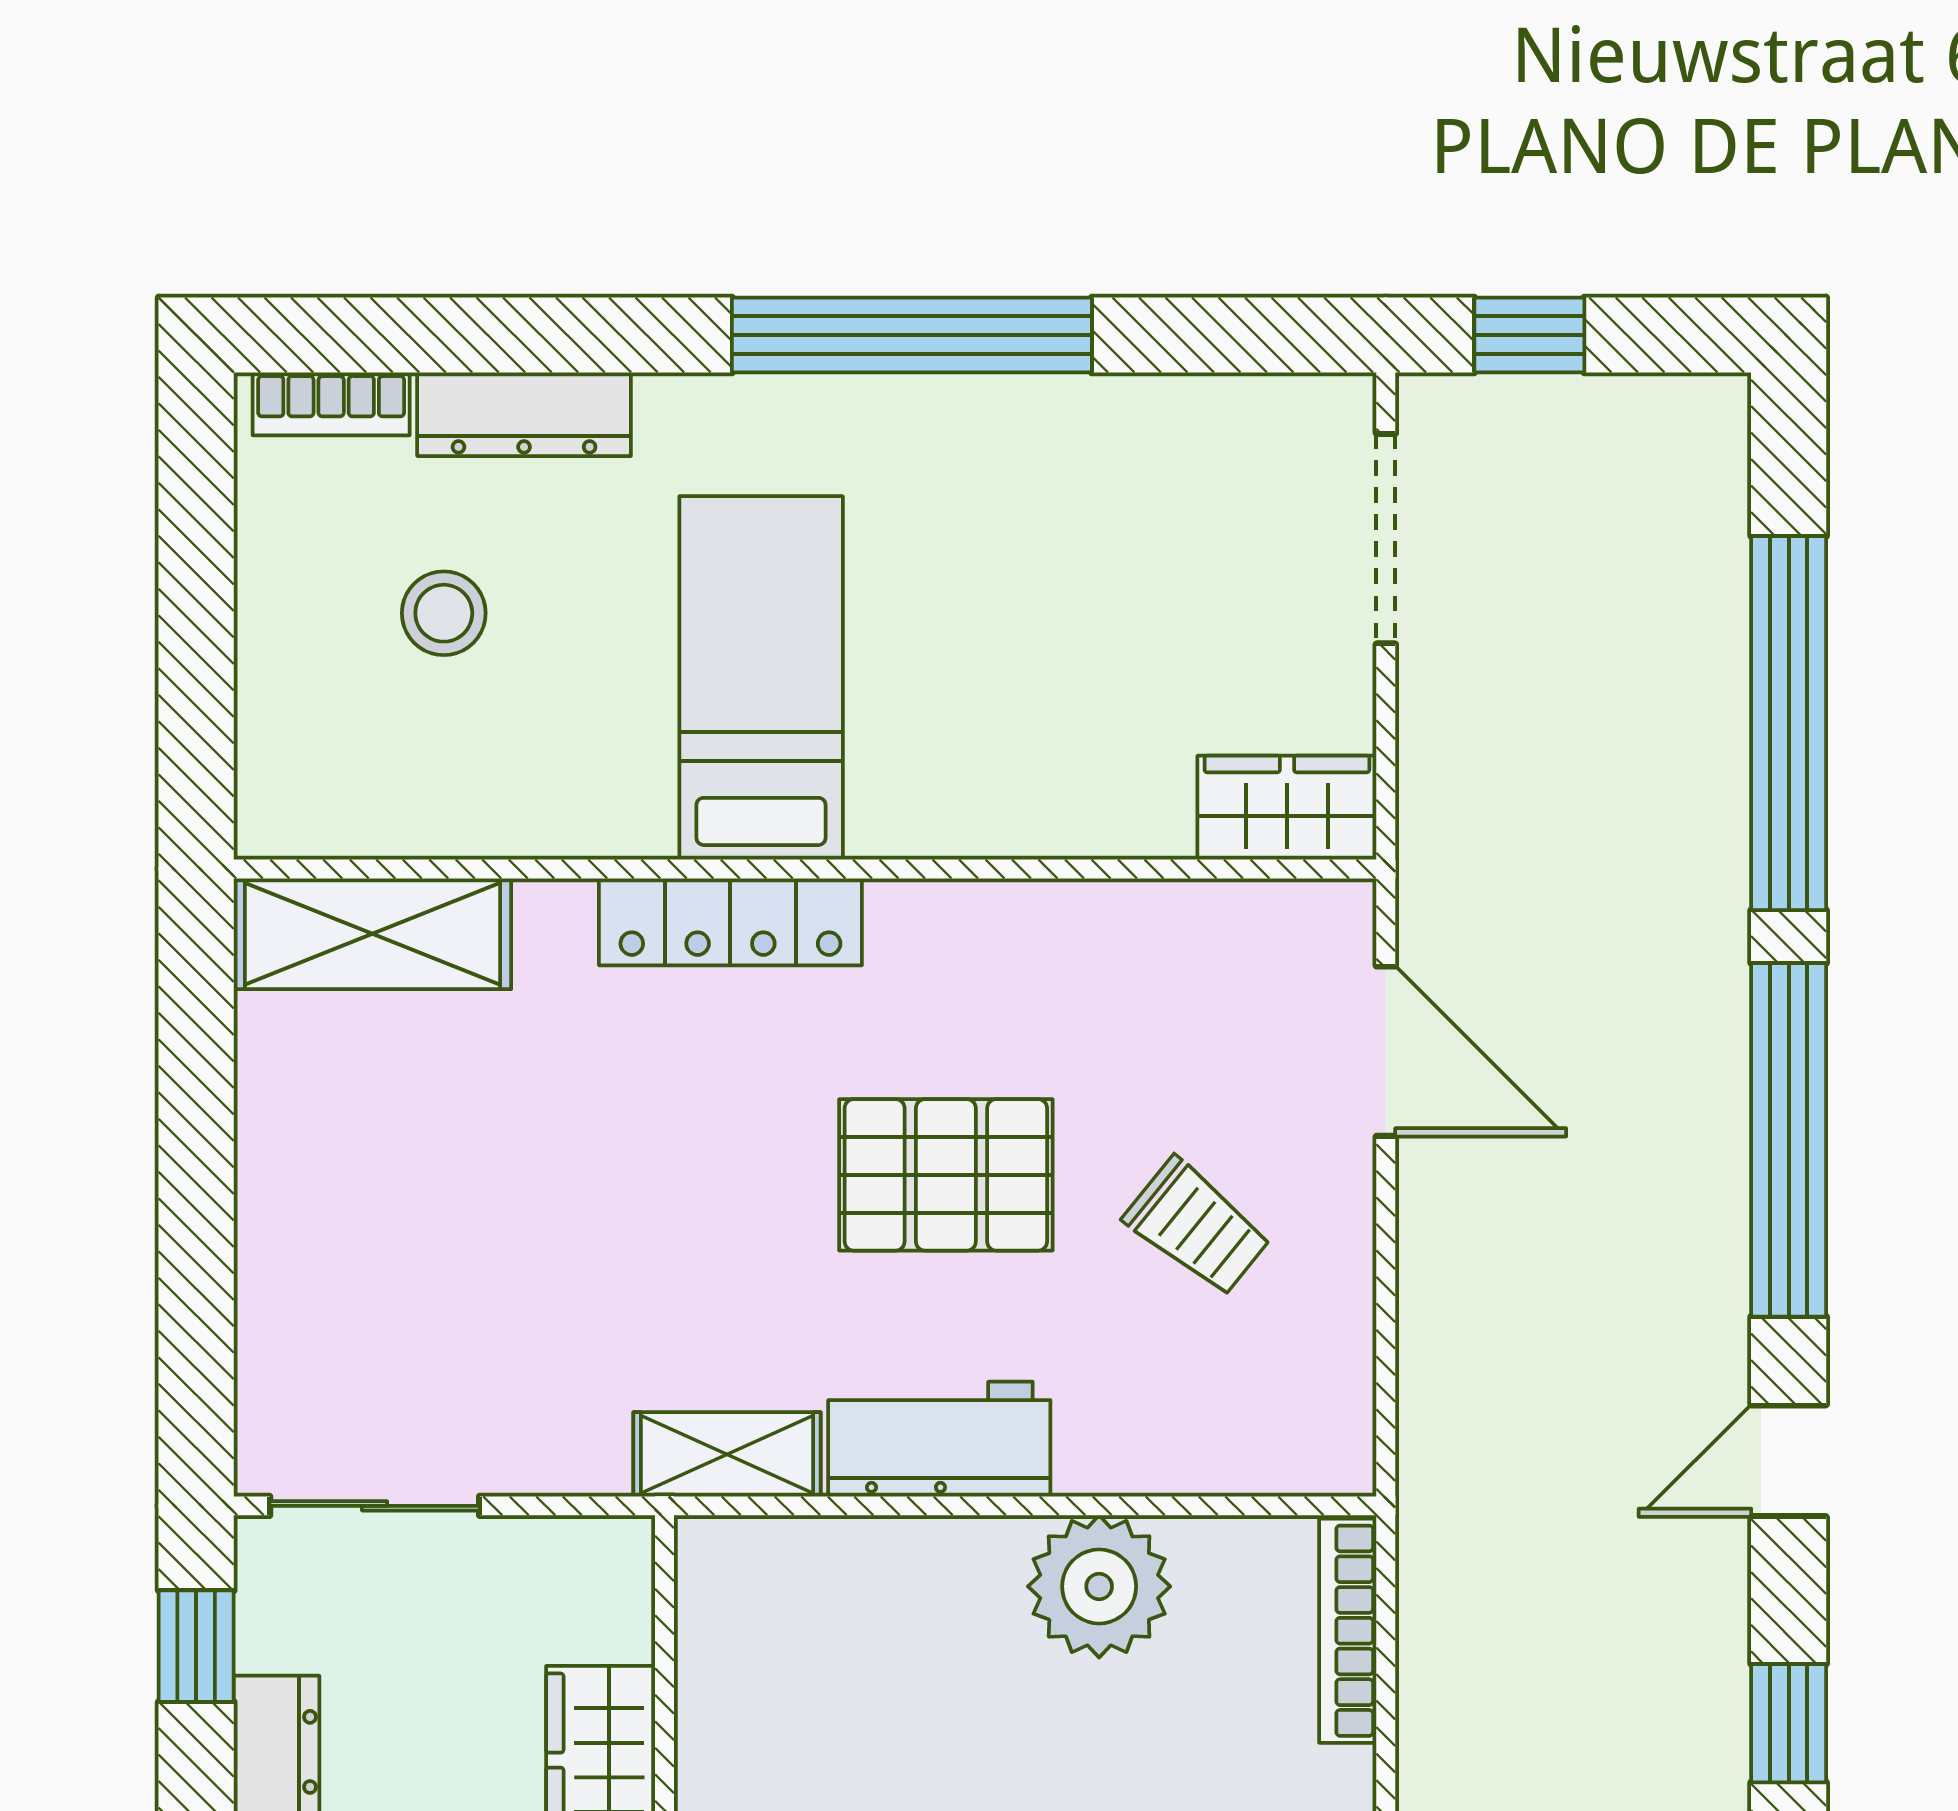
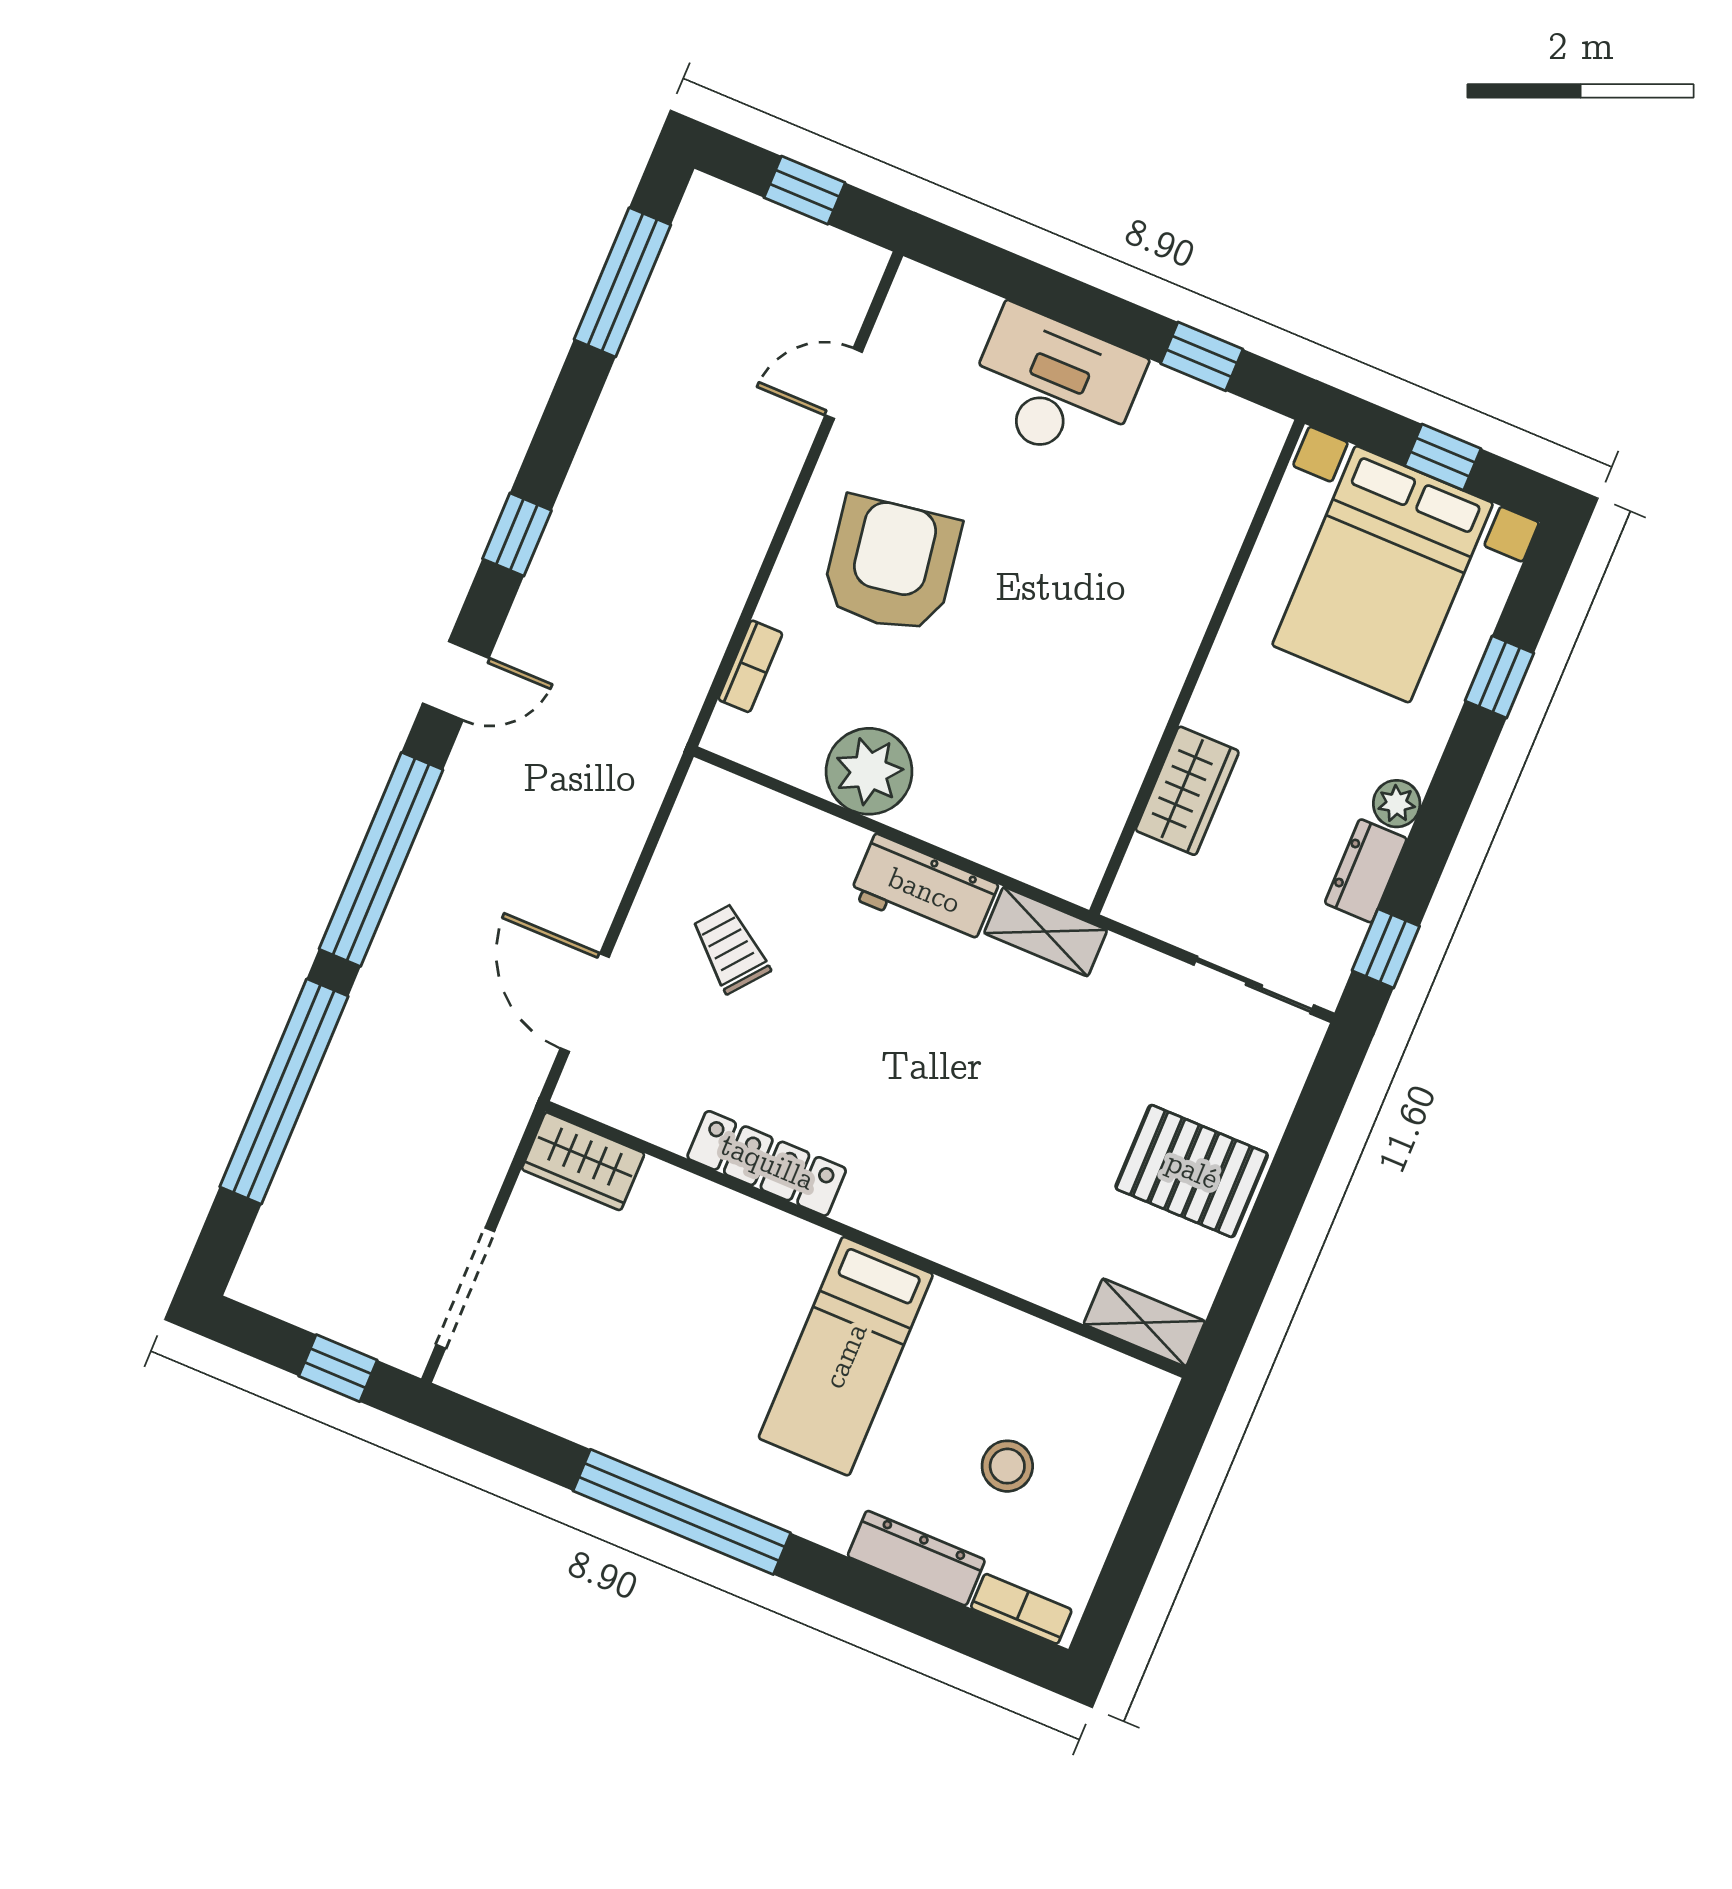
locker: (730, 922) -> (767, 1163), moved
shelving: (372, 934) -> (1144, 1323), width x0.67, depth x0.75
pallet: (946, 1175) -> (1192, 1171), moved
bookcase: (1348, 1631) -> (750, 666), width x0.64

